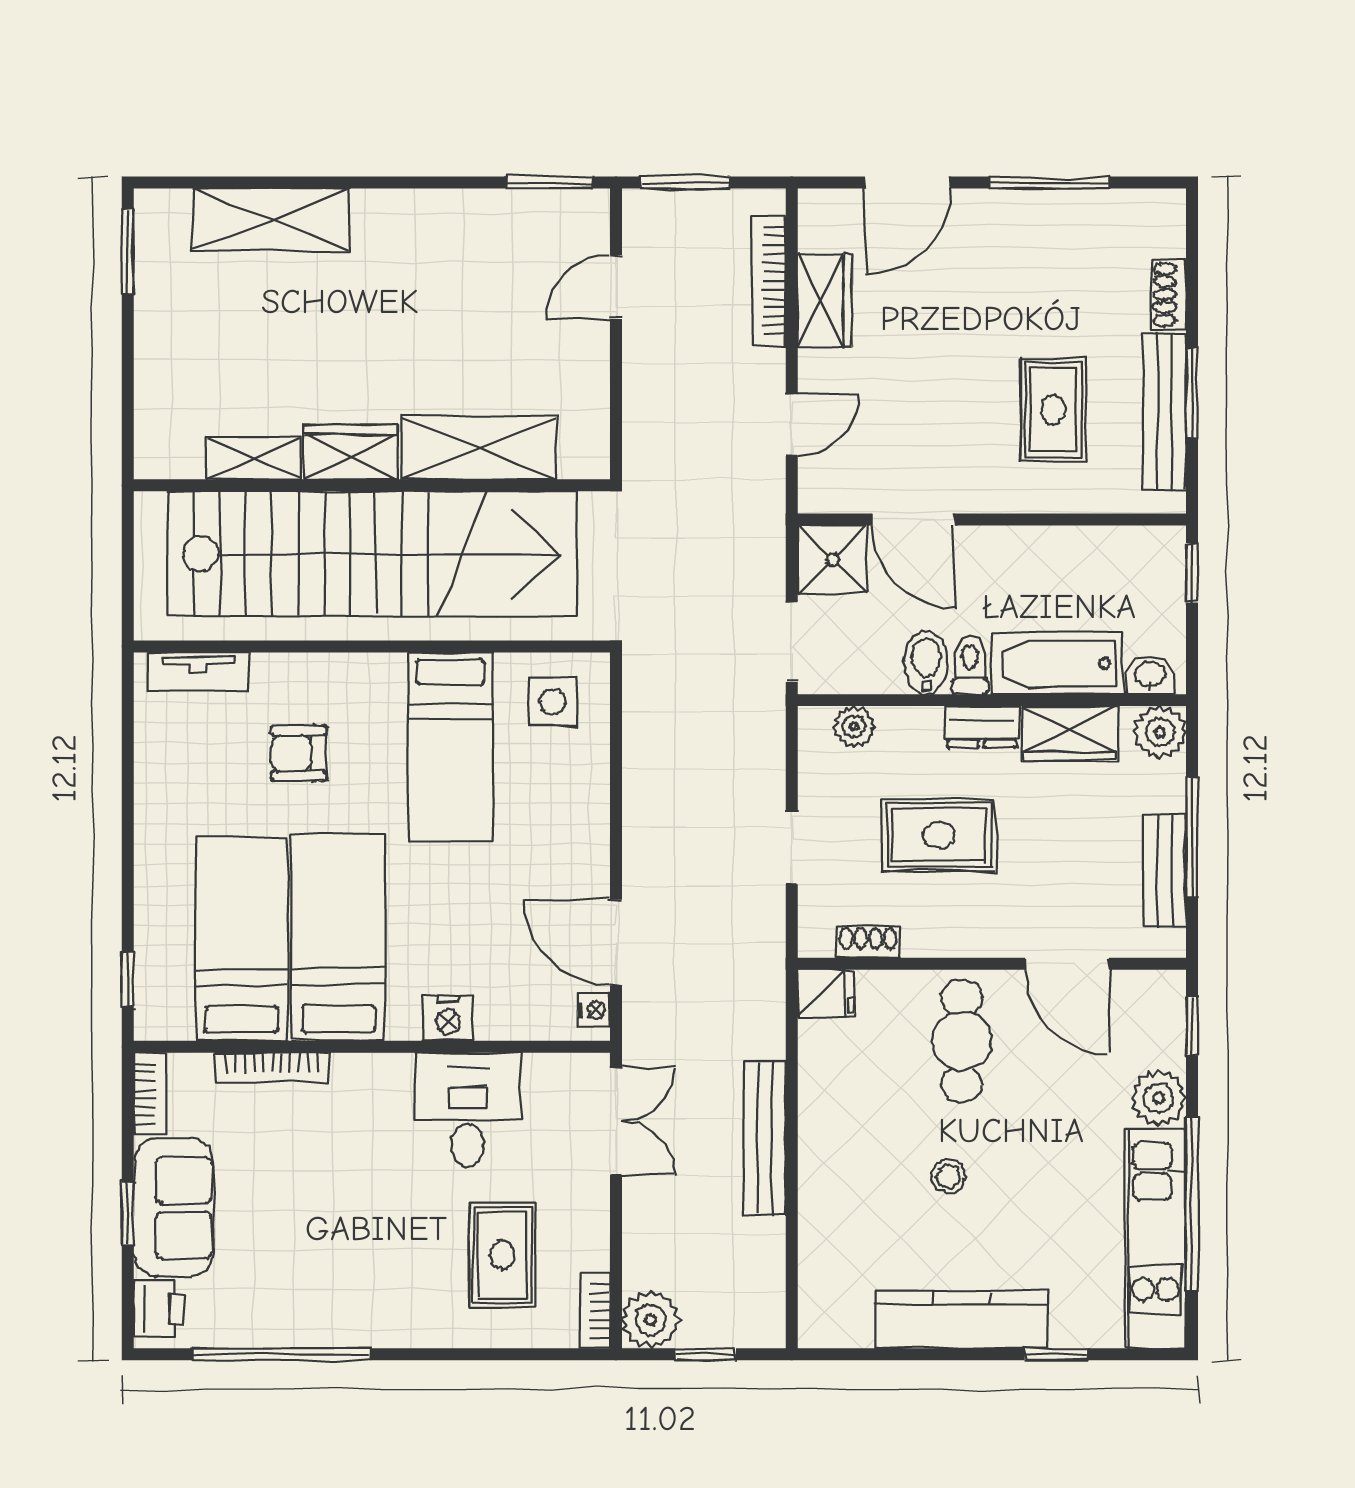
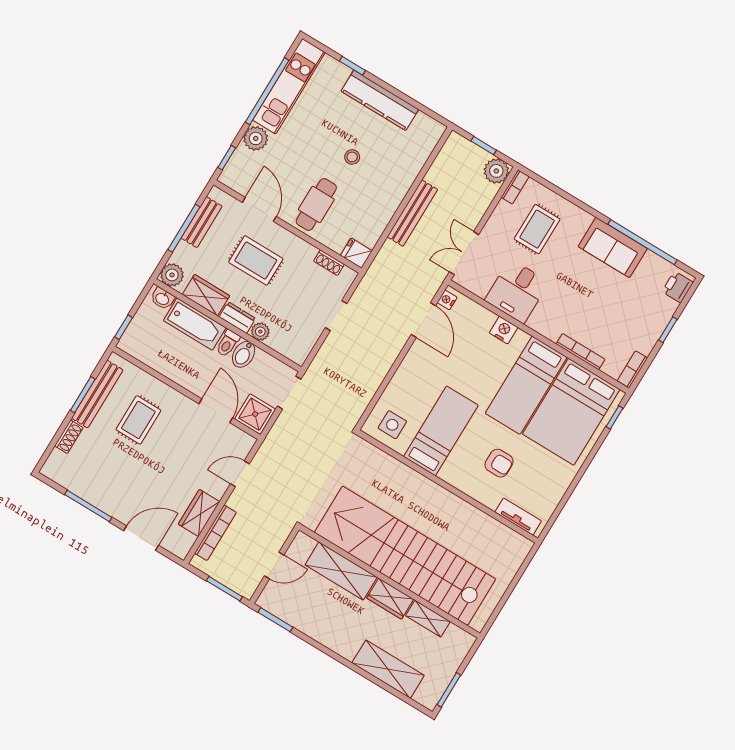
shelving: (479, 448) -> (341, 571), moved
wardrobe: (351, 452) -> (390, 599), moved
shelving: (253, 458) -> (428, 619), moved
wall: (372, 485) -> (390, 582), moved
stairs: (372, 554) -> (405, 556), moved
plant: (854, 727) -> (260, 332), moved
rug: (939, 835) -> (256, 260), moved
bed: (242, 939) -> (571, 412), width x1.50
sofa: (173, 1208) -> (613, 247), moved, turned -90

